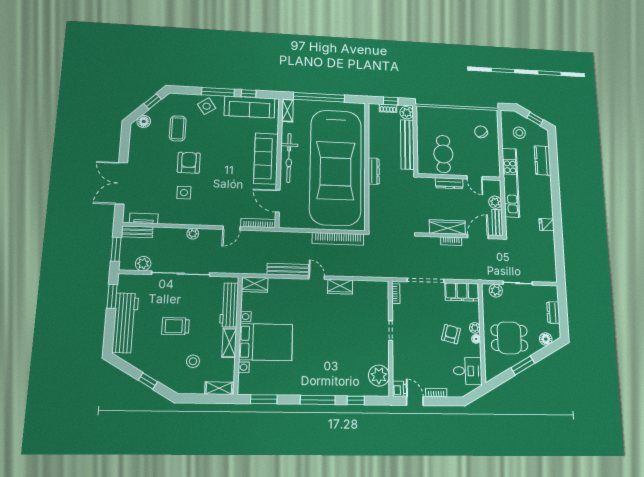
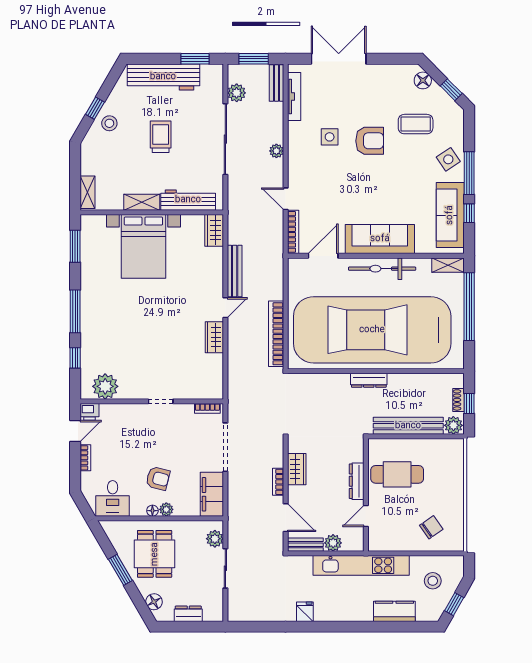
tv unit: (144, 218) -> (294, 97), width x1.41
wardrobe: (447, 227) -> (297, 469), width x0.67
stool: (193, 361) -> (109, 123), moved

